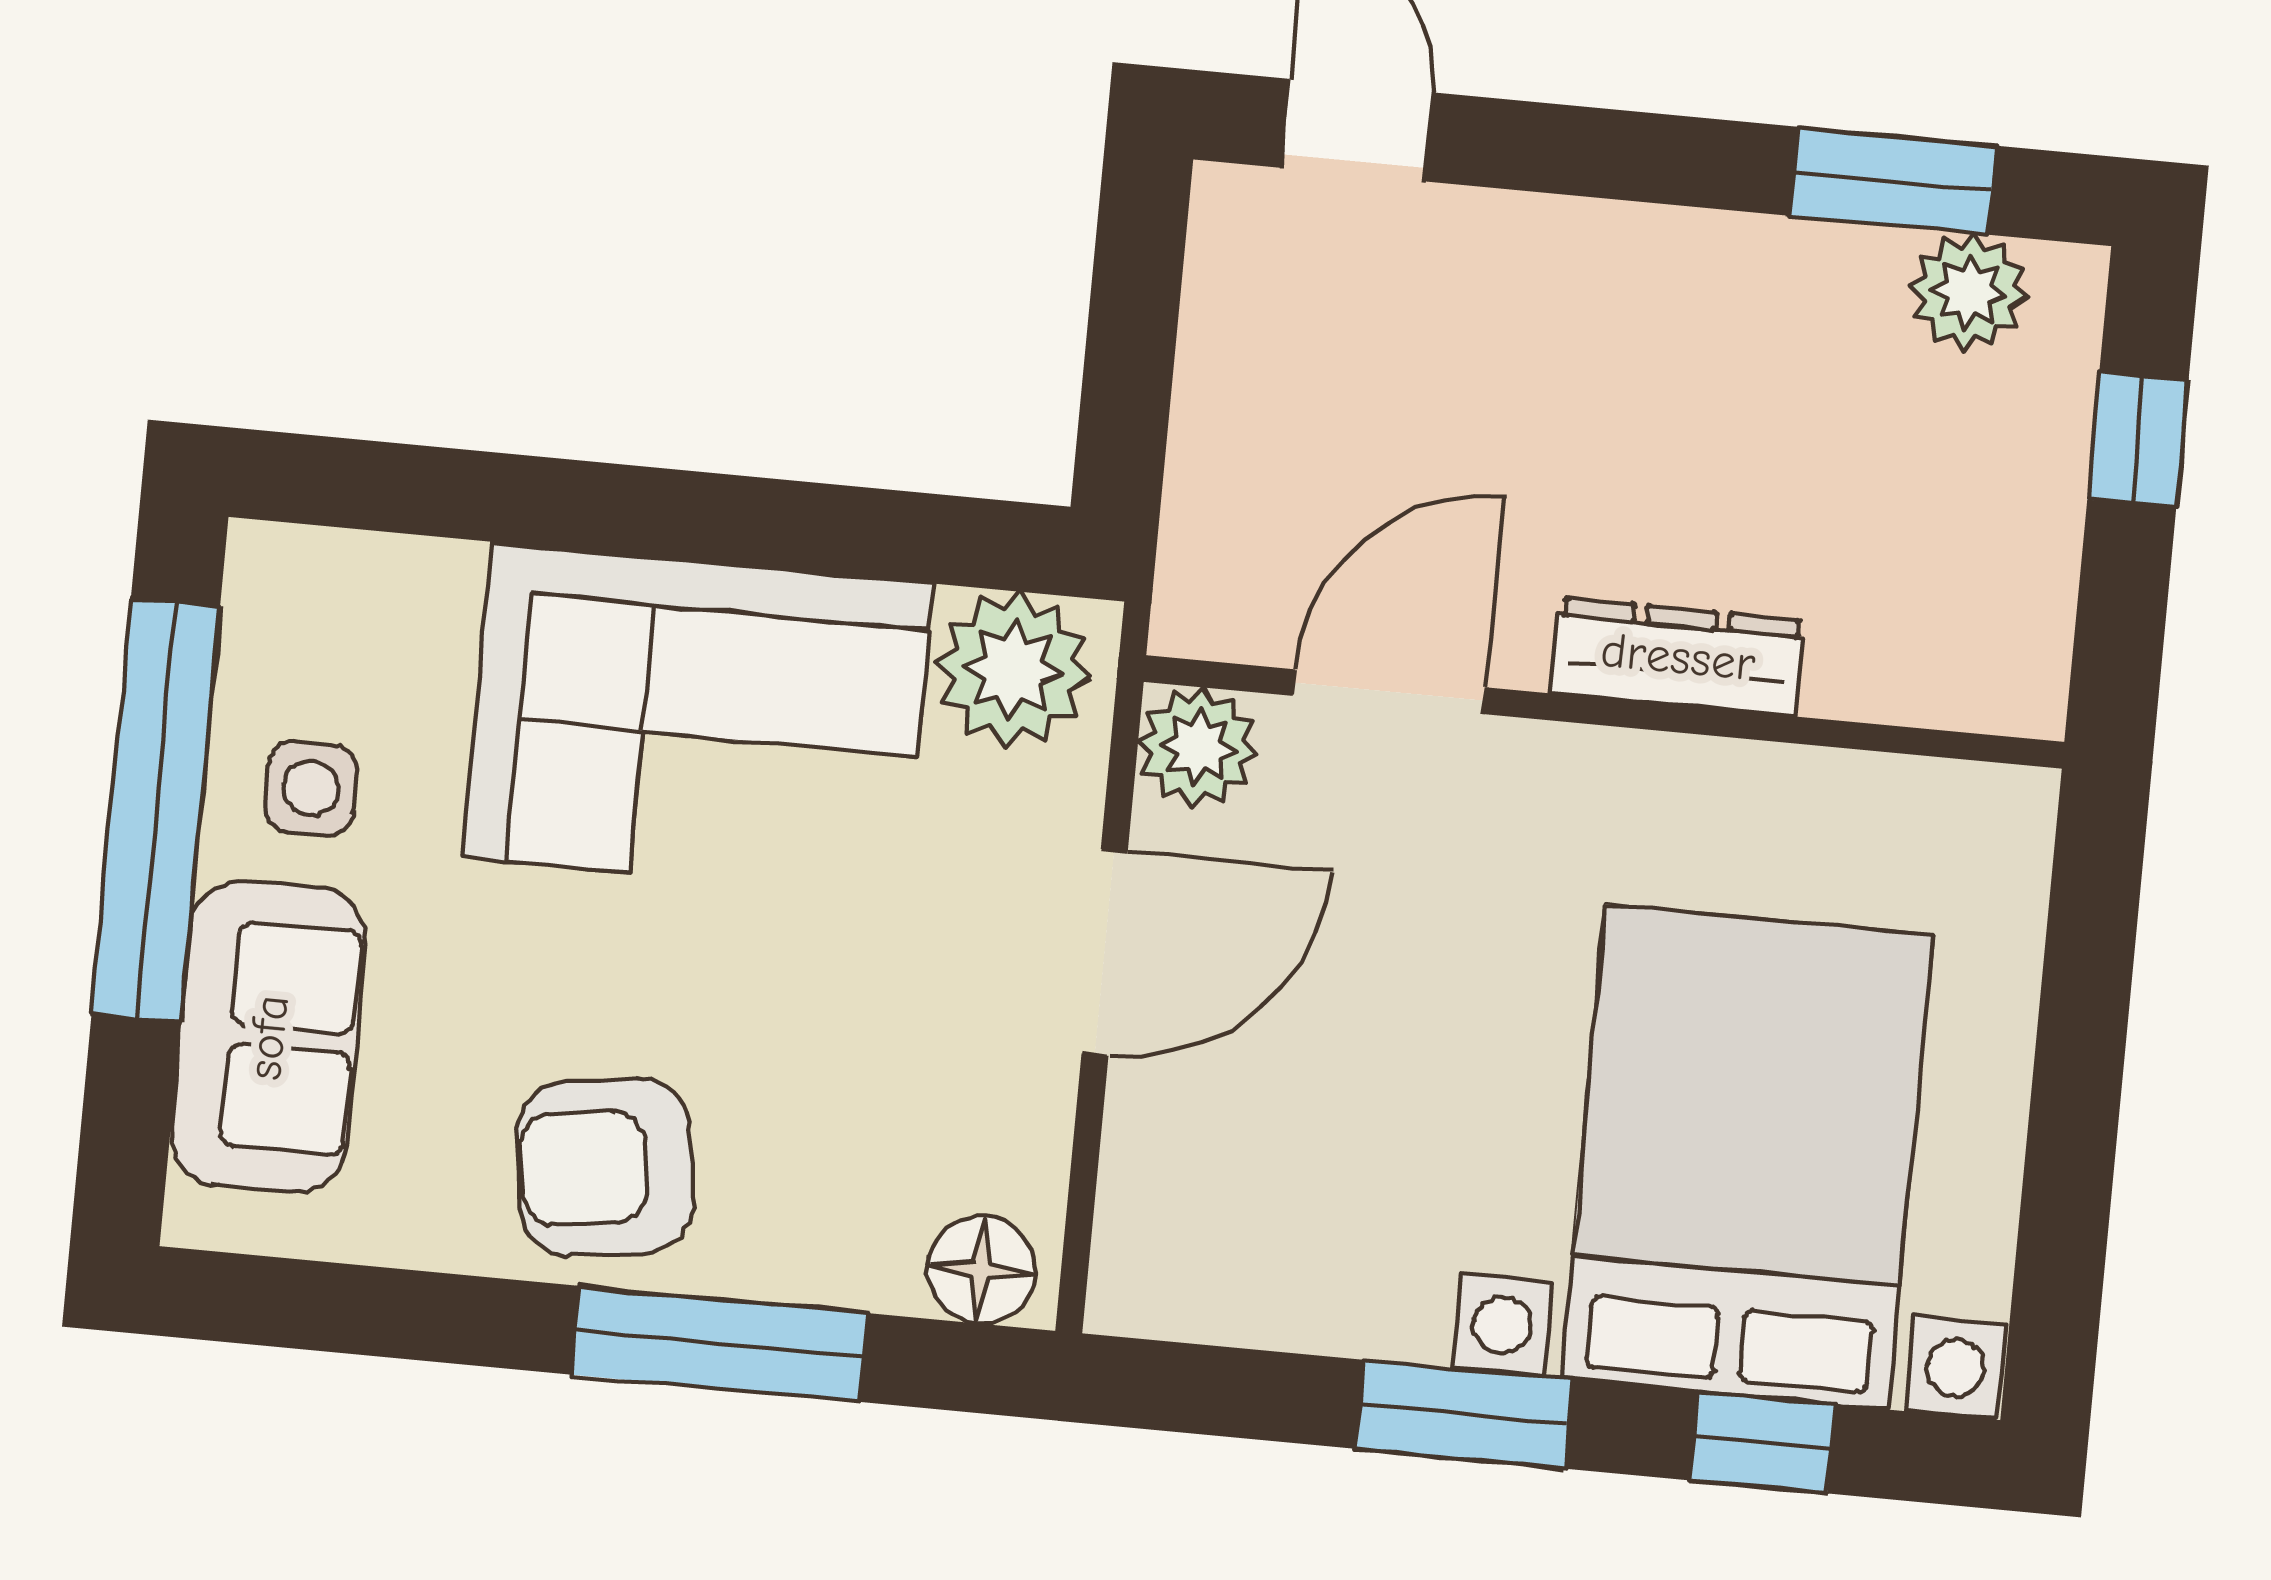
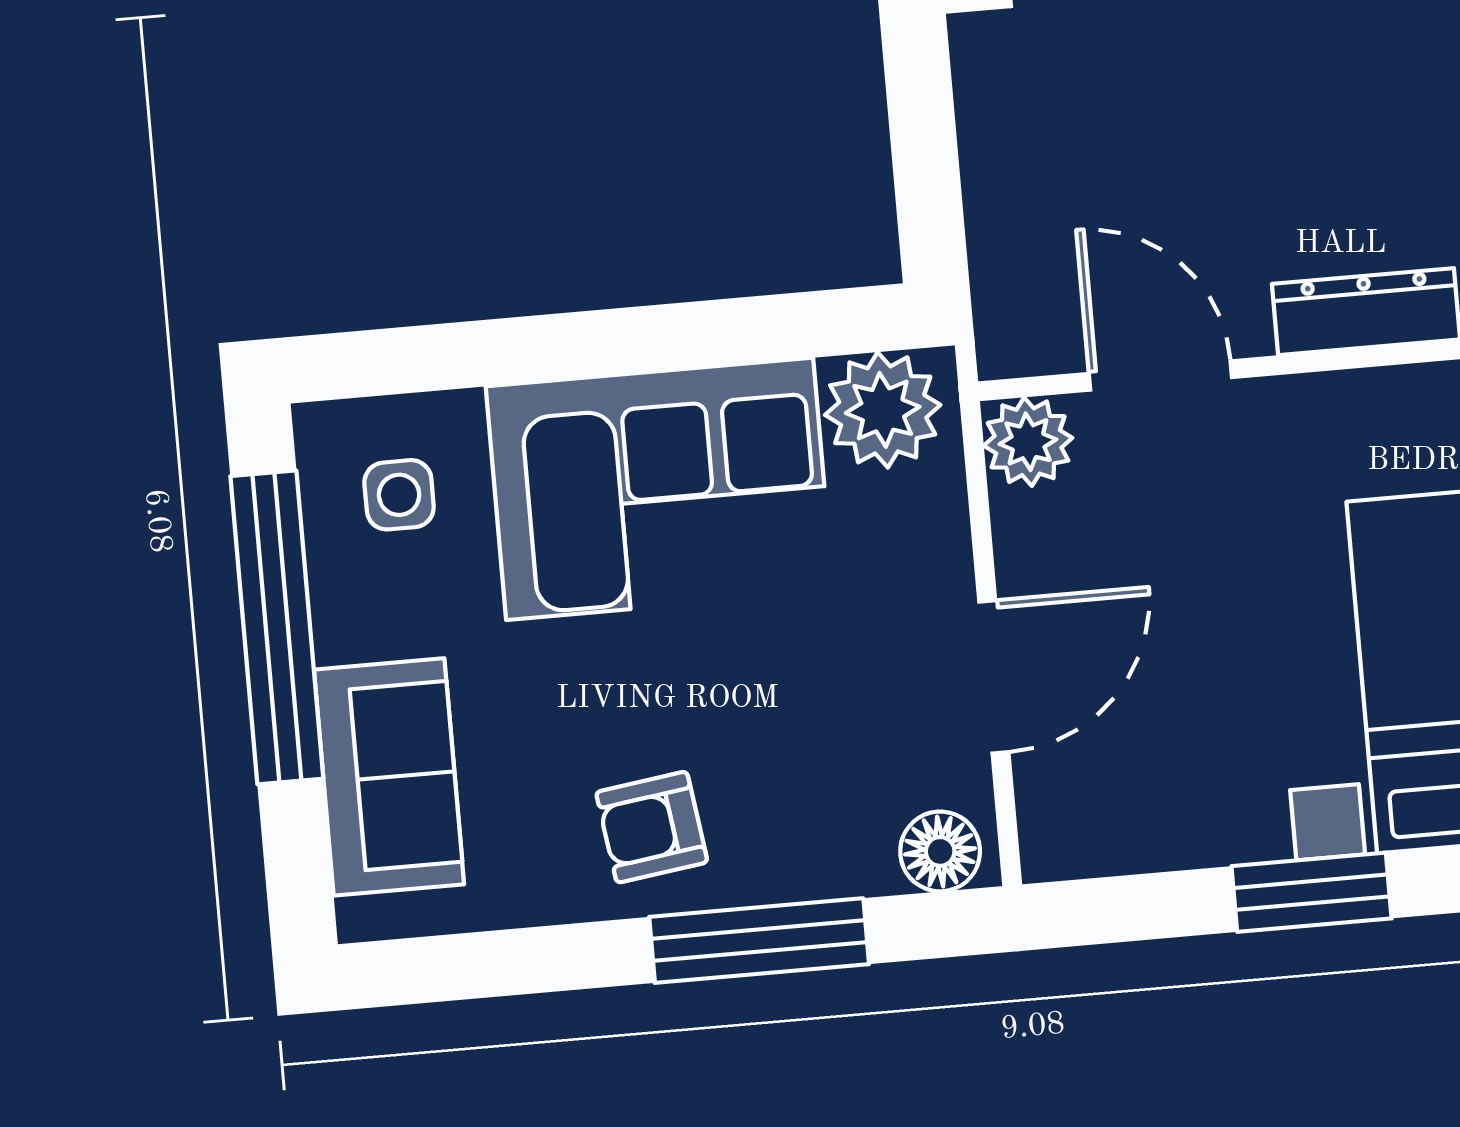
door: (1390, 692) -> (1160, 375), hinge flipped
side table: (311, 788) -> (399, 495), moved
door: (1105, 952) -> (994, 677), moved
armchair: (605, 1167) -> (652, 827), width x0.72, depth x0.72

